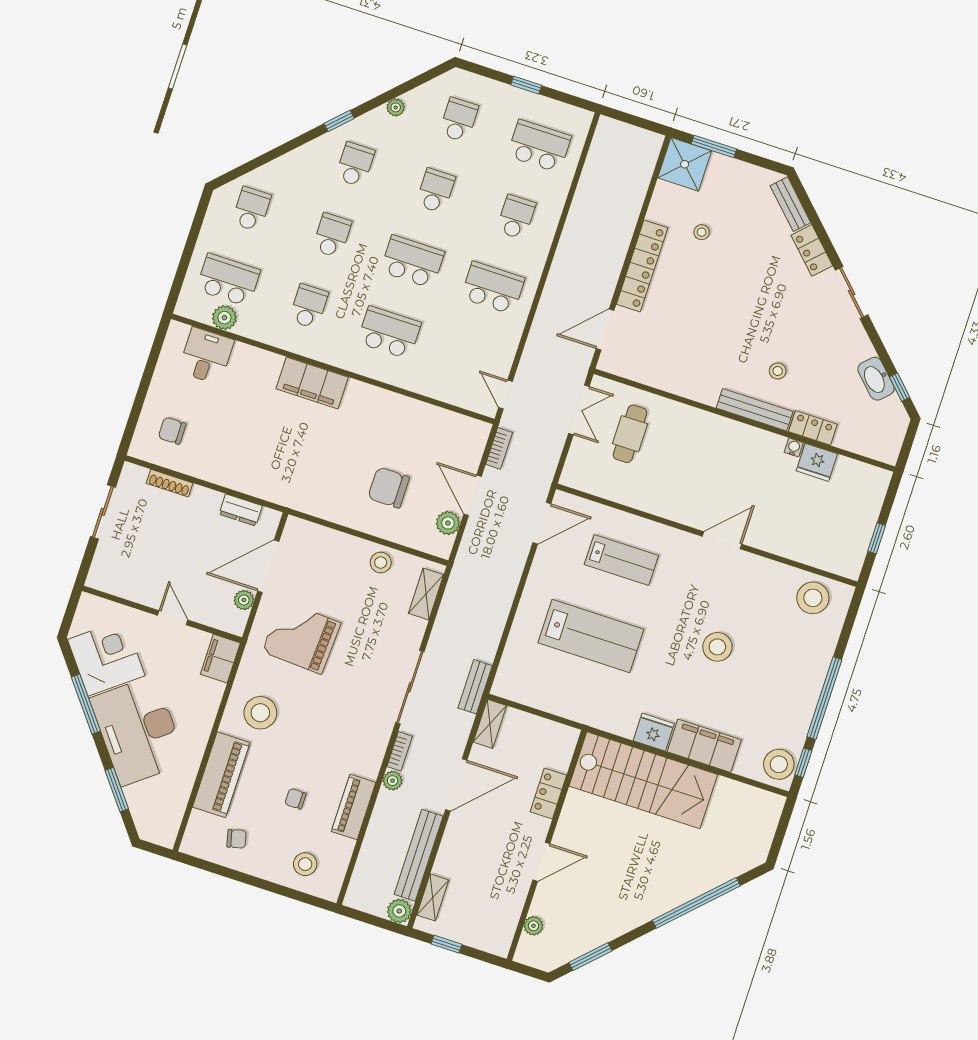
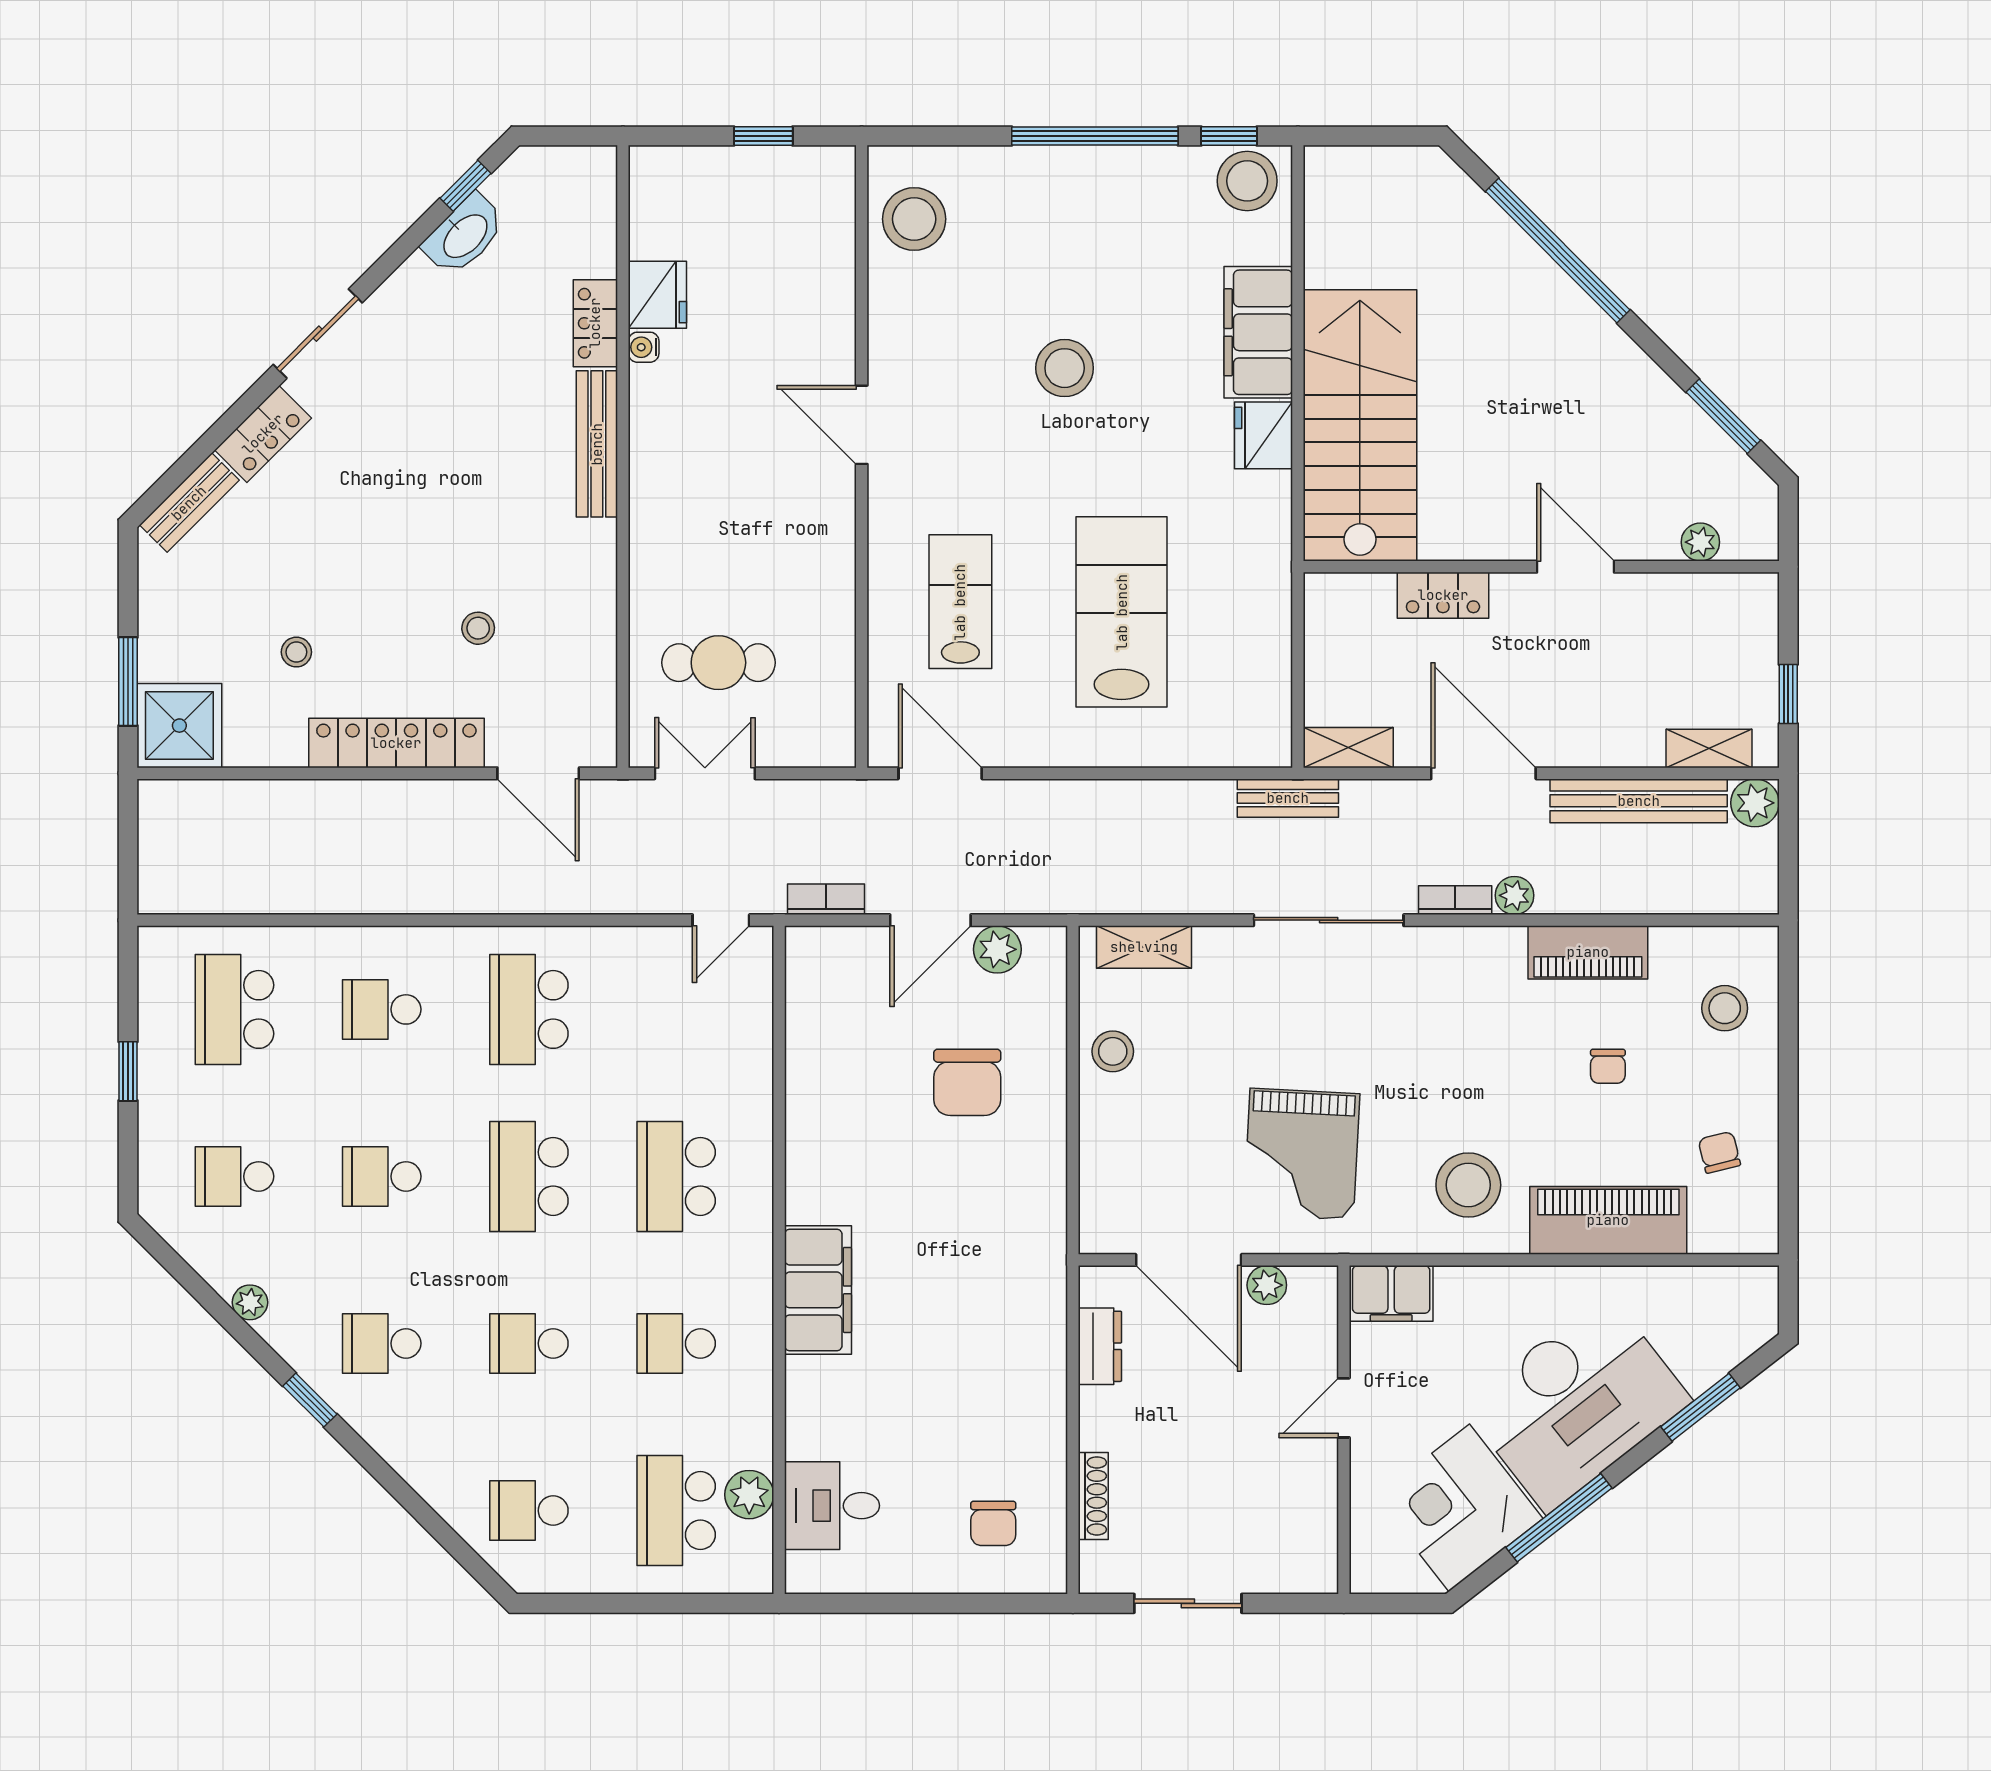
stool: (778, 371) -> (478, 628), moved

